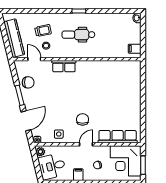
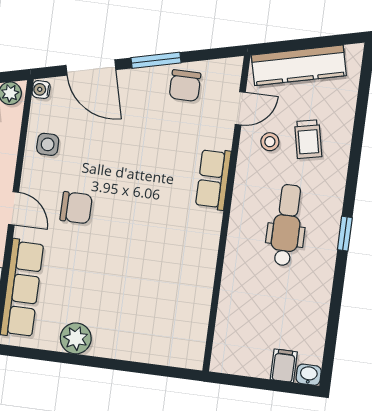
filing cabinet: (135, 49) -> (284, 366), moved
plant: (135, 113) -> (76, 338), added

